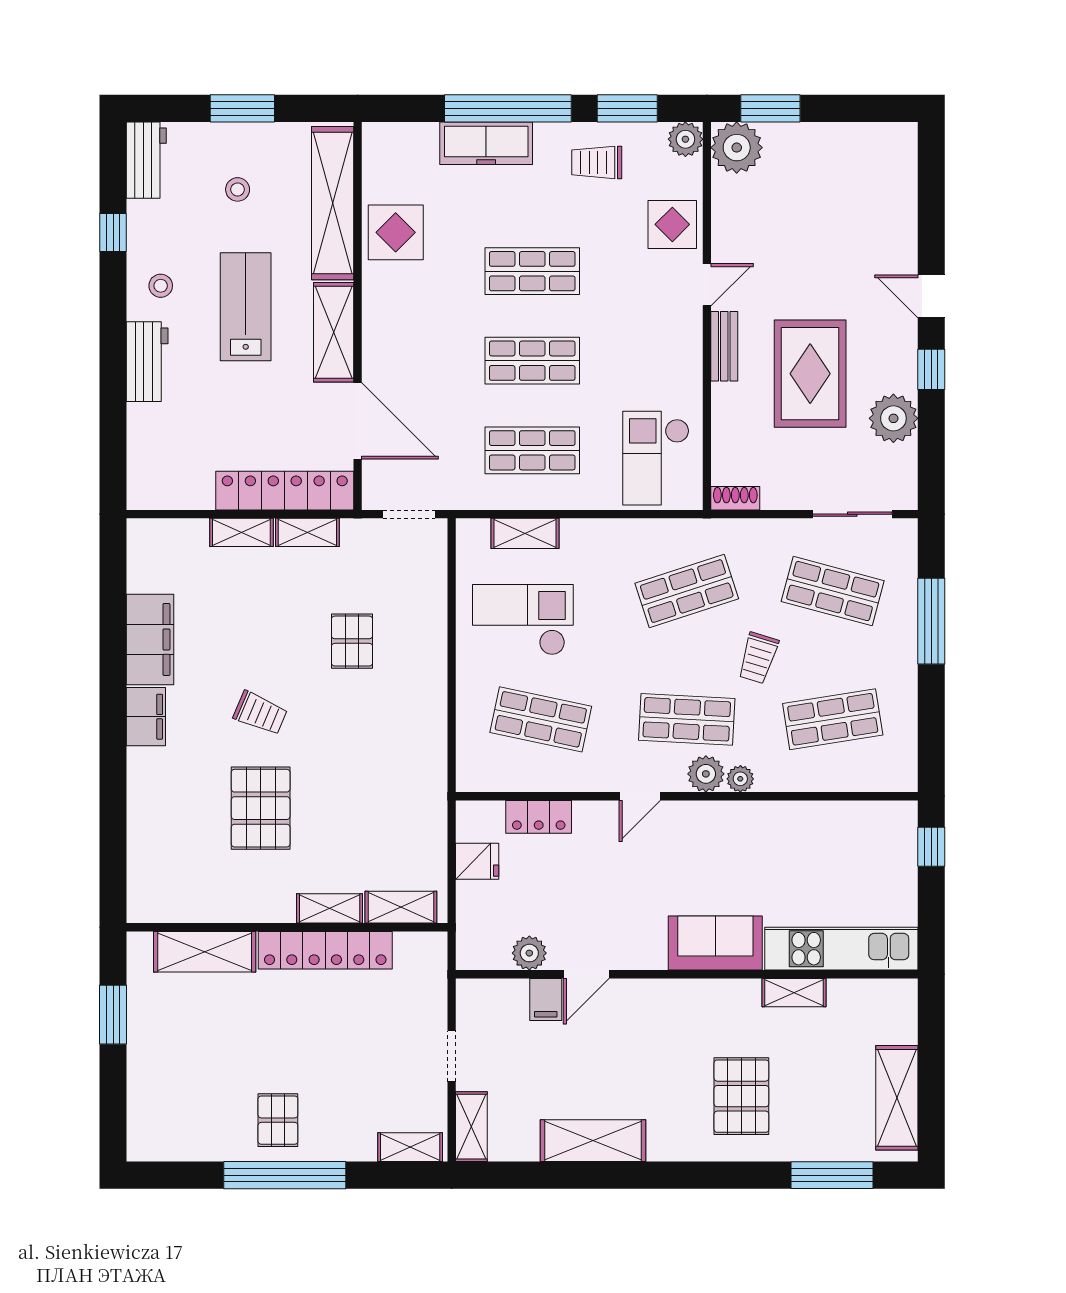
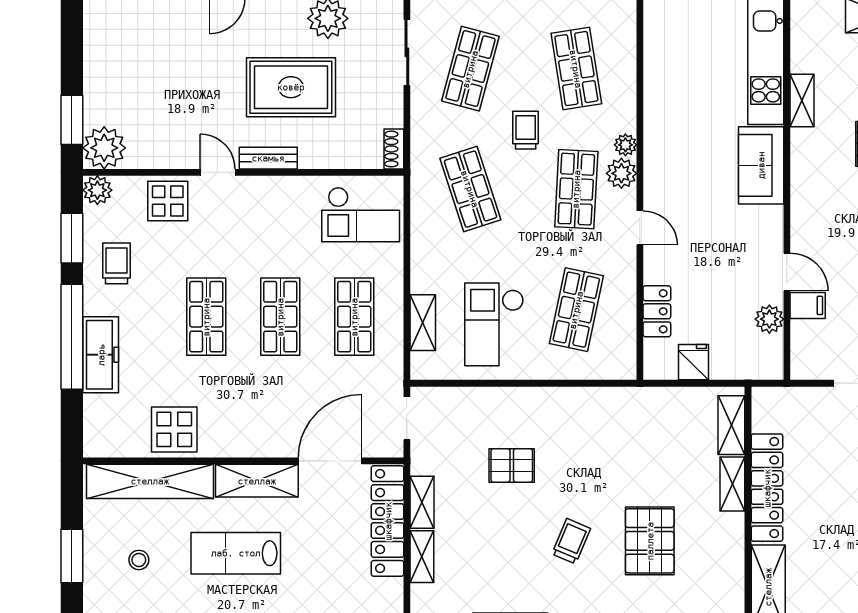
trolley: (597, 162) -> (117, 263), turned 180
trolley: (758, 658) -> (526, 130), turned -107
pallet: (261, 808) -> (650, 541), turned 90

